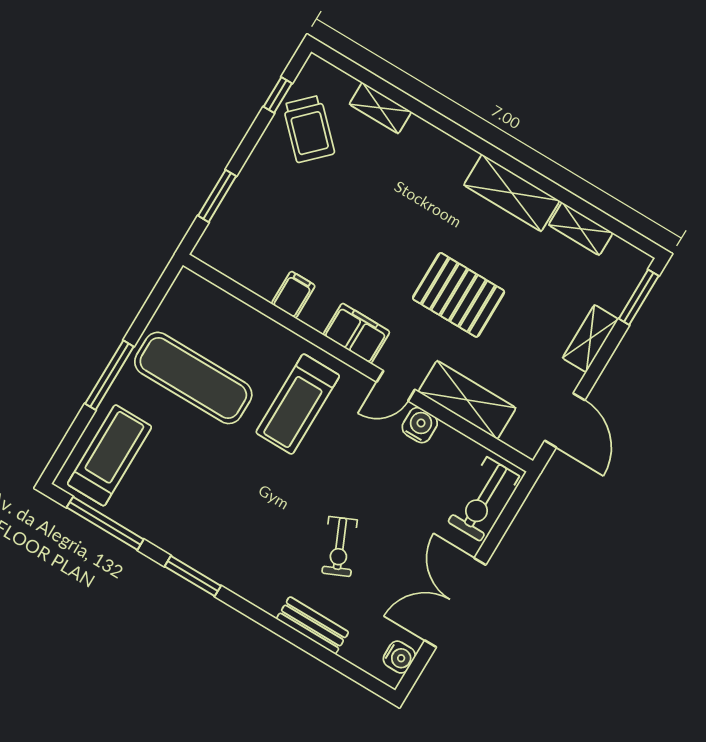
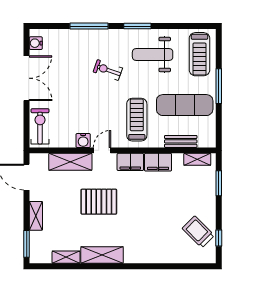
shelving: (380, 108) -> (197, 159), moved
filing cabinet: (293, 295) -> (158, 162), width x2.00
weight bench: (196, 507) -> (153, 54), added
window: (105, 523) -> (89, 26), moved
exercise bike: (340, 547) -> (108, 70), moved, turned -47
bench: (312, 625) -> (181, 141), moved

